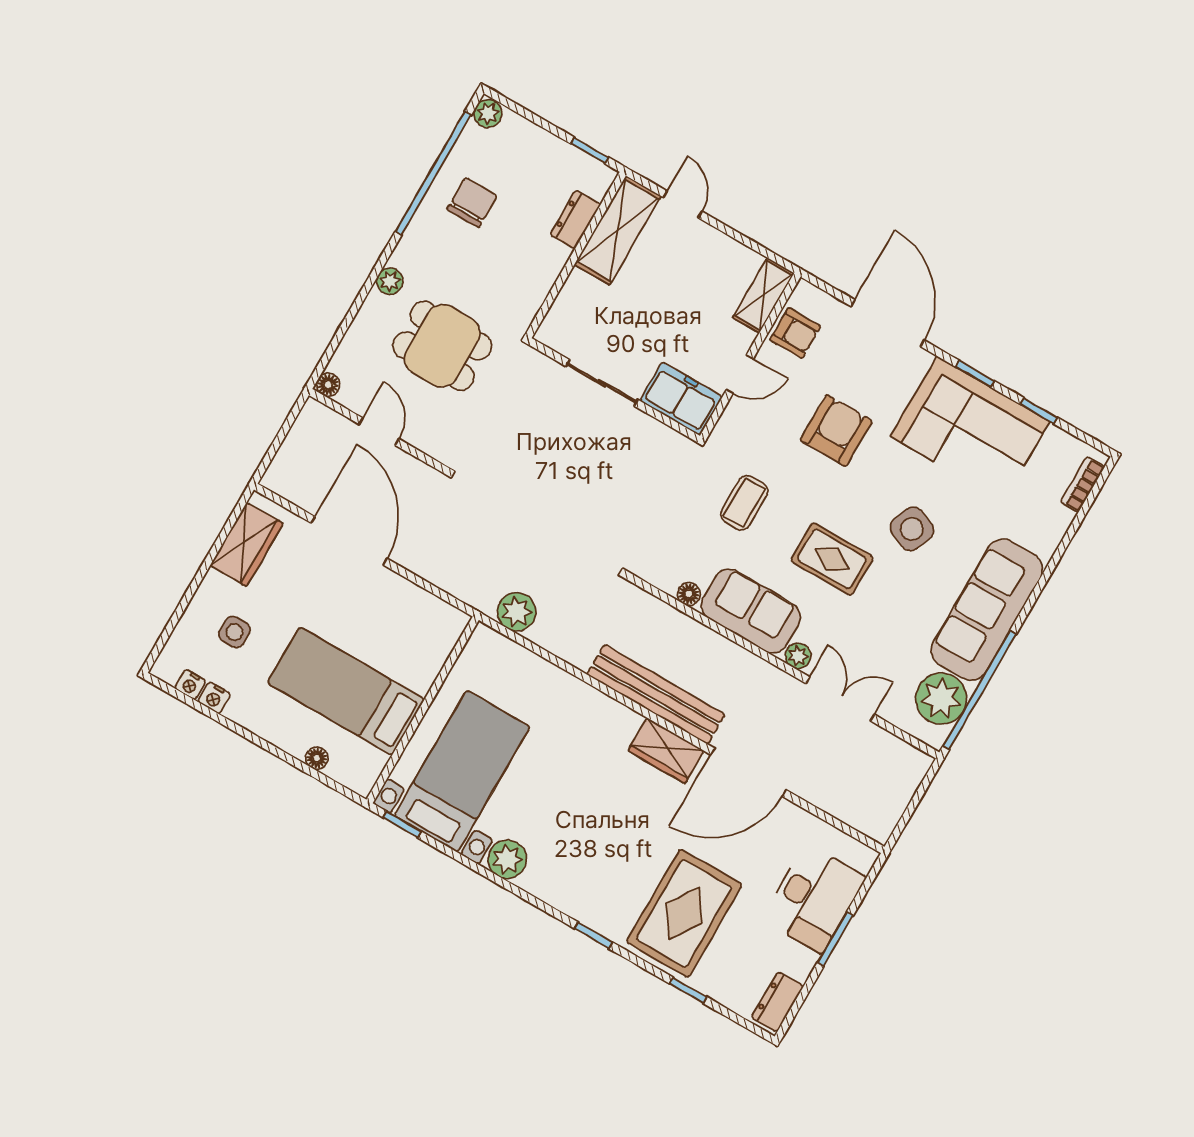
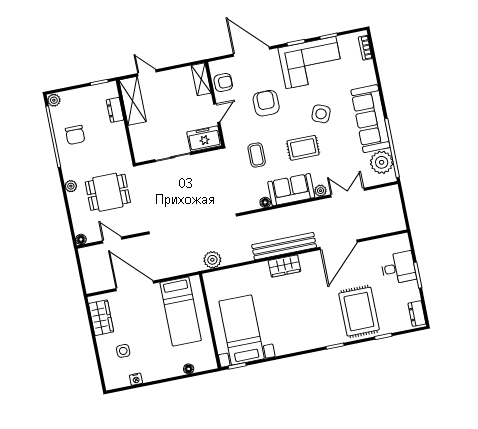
chair: (472, 202) -> (75, 135), turned 180
nightstand: (190, 685) -> (124, 382), removed
bed: (346, 691) -> (181, 311), moved, turned -90
wardrobe: (666, 751) -> (285, 266), moved
plant: (507, 859) -> (283, 346), removed
desk: (814, 898) -> (398, 268), width x0.73

